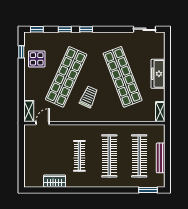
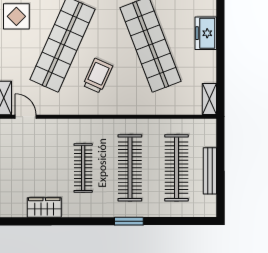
freezer: (158, 74) -> (206, 33), width x0.71
door: (43, 123) -> (26, 117), hinge flipped
window: (148, 190) -> (129, 221), moved

